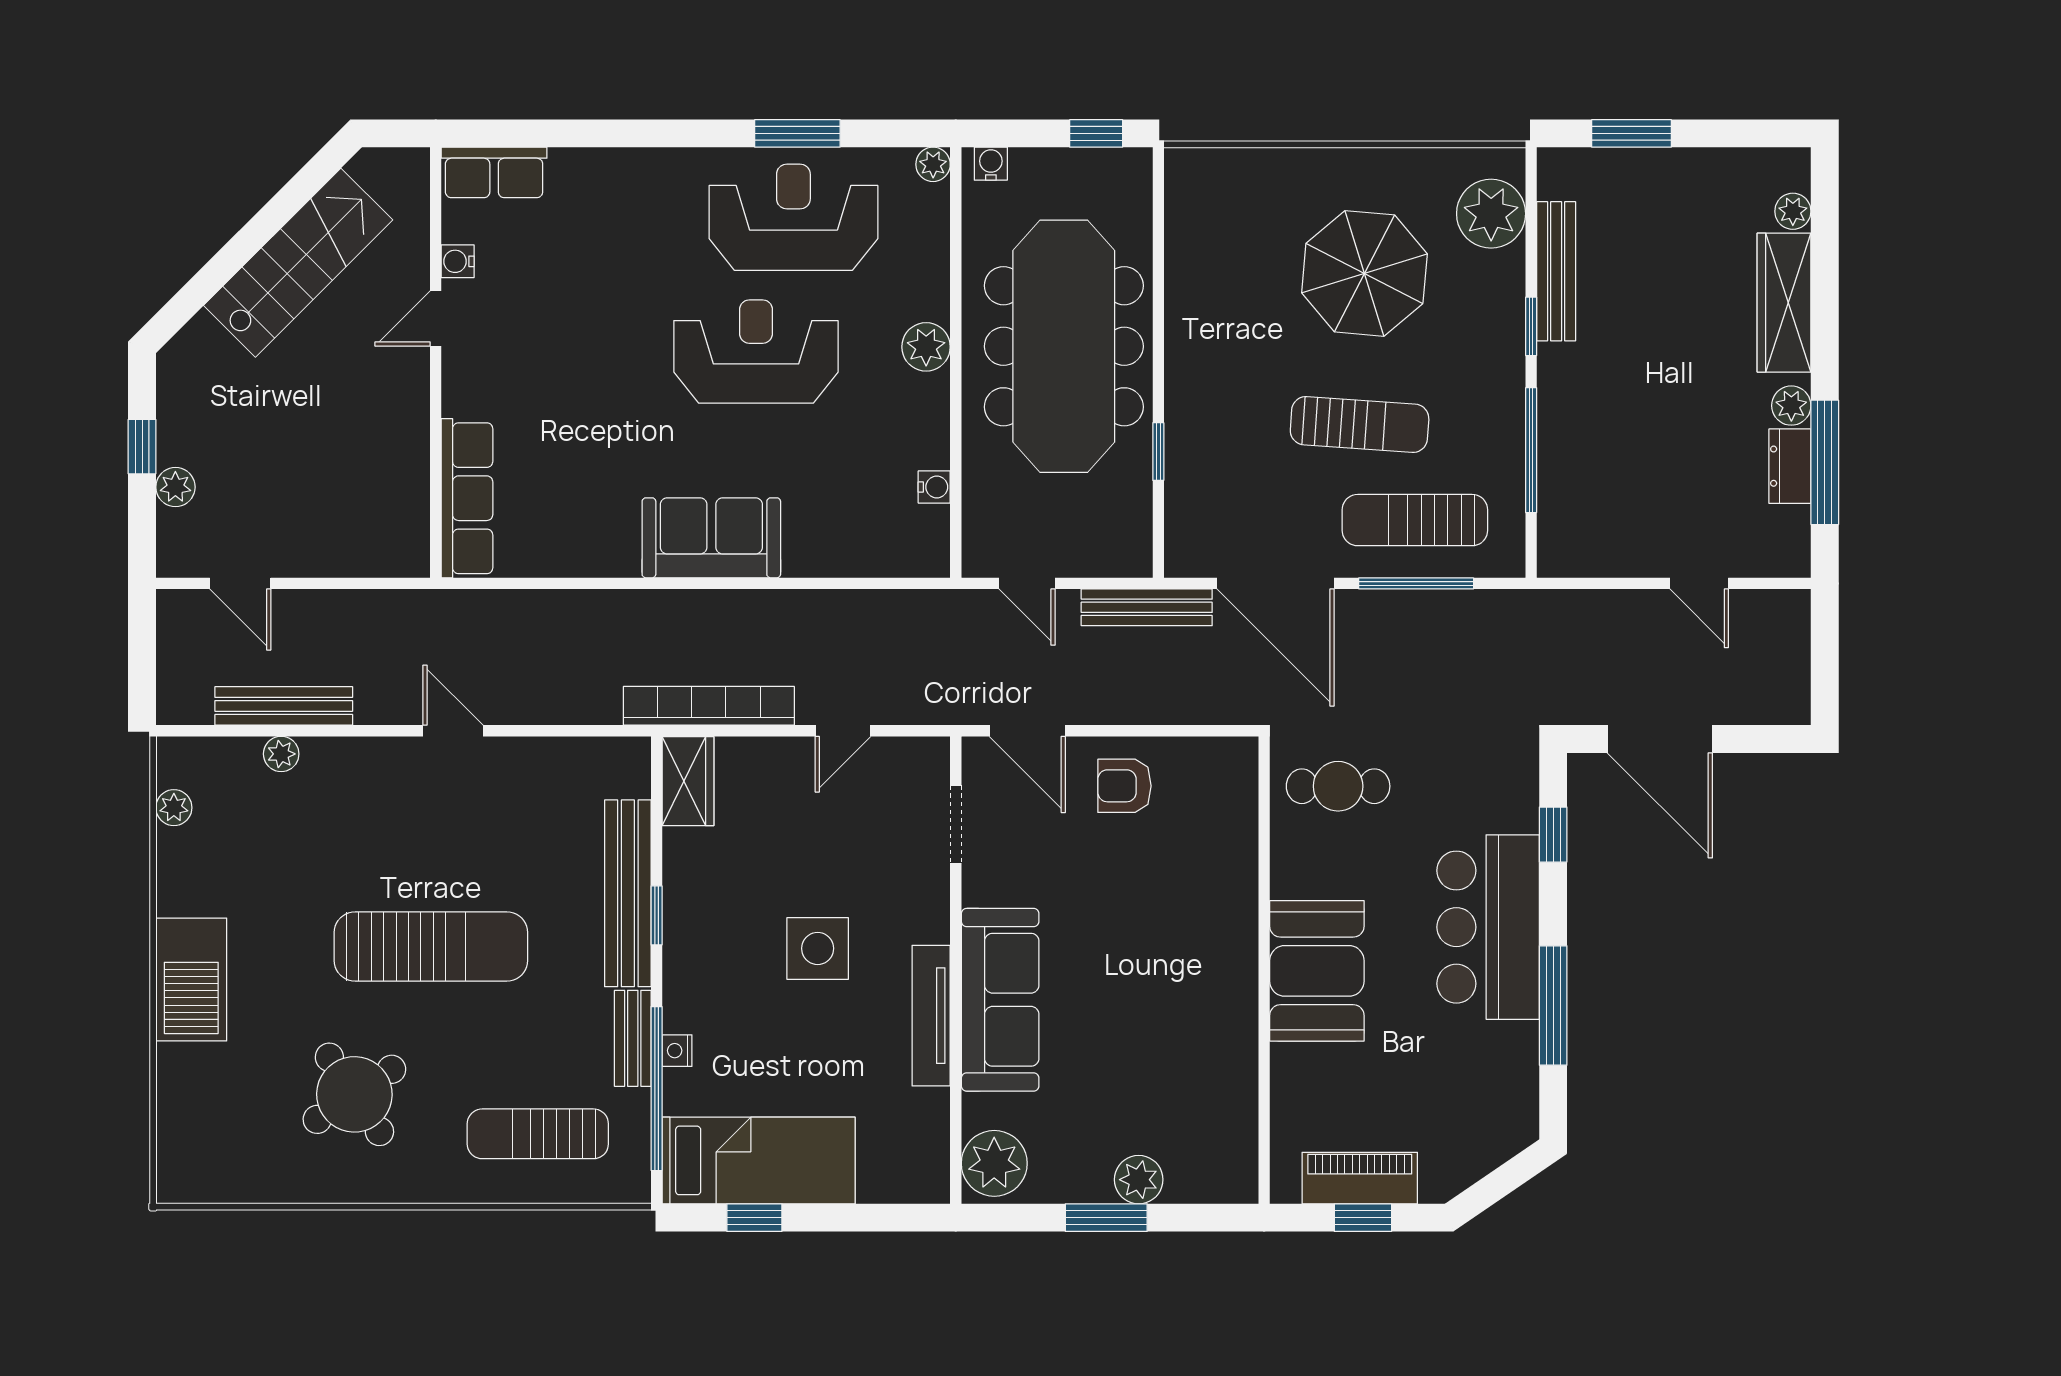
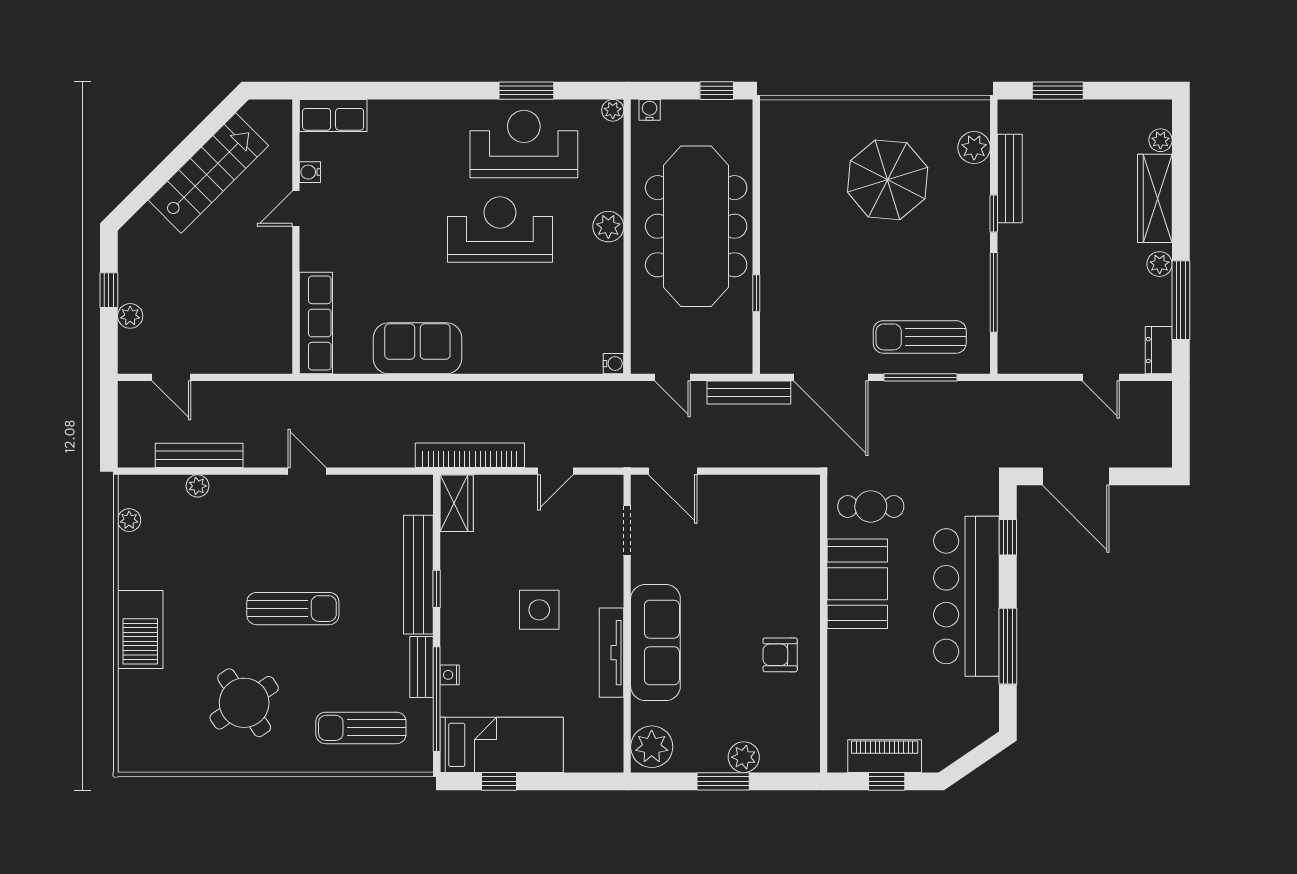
plant: (1491, 214) -> (974, 148), width x0.73, depth x0.73
sun lounger: (1360, 424) -> (884, 276), removed
dresser: (1790, 466) -> (1159, 350), moved
water cooler: (934, 487) -> (613, 364), moved
sofa: (711, 538) -> (417, 348), moved
armchair: (1124, 786) -> (780, 655), moved
bar counter: (1488, 927) -> (966, 596), width x1.36
sun lounger: (431, 946) -> (293, 609), width x0.73, depth x0.75
booth: (1317, 971) -> (857, 584), moved

